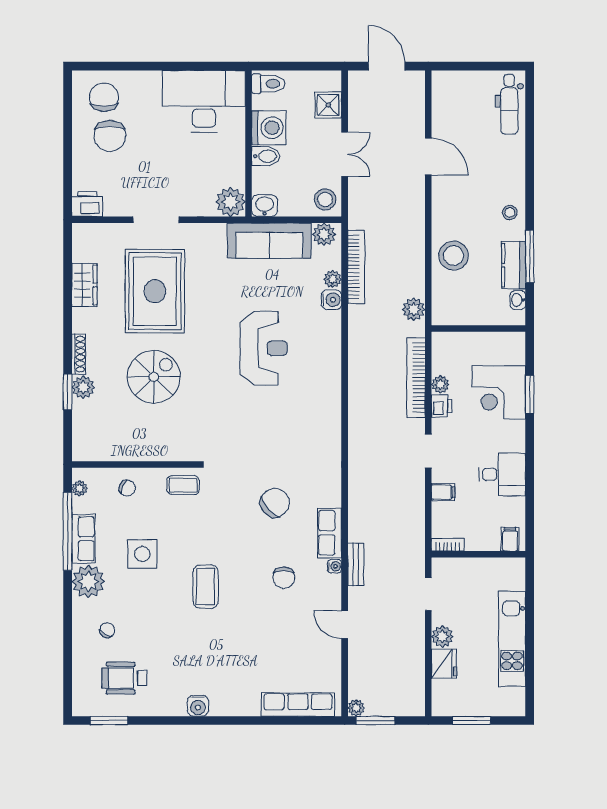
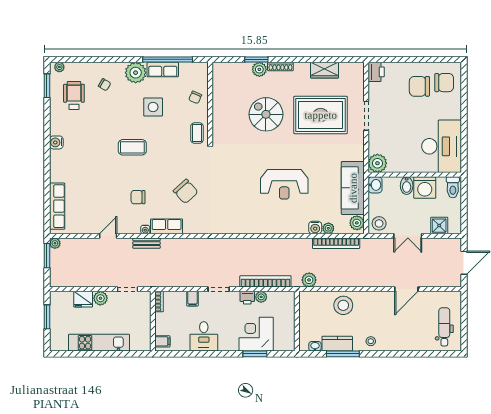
dental chair: (509, 104) -> (444, 327), moved, turned 90
spiral stairs: (154, 377) -> (266, 114), turned 180
plant: (80, 488) -> (59, 67), moved

